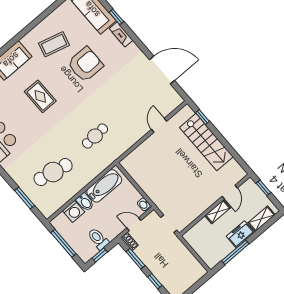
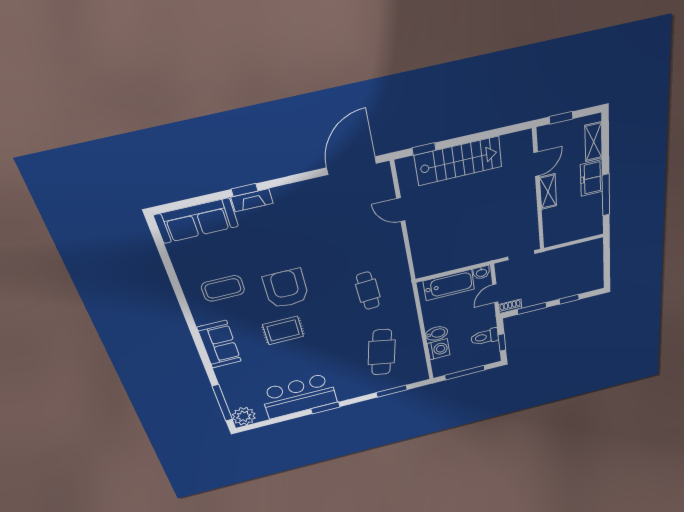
window: (116, 17) -> (245, 190), moved
coffee table: (54, 44) -> (223, 288), turned 75
armchair: (85, 64) -> (286, 289), moved
door: (162, 70) -> (352, 166), moved
bathtub: (104, 186) -> (449, 285), moved, turned 90
door: (230, 192) -> (536, 164), hinge flipped

